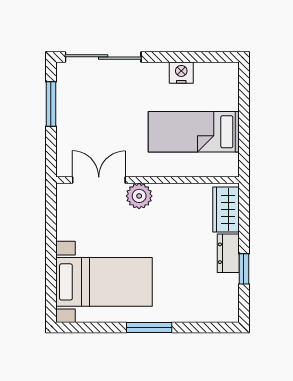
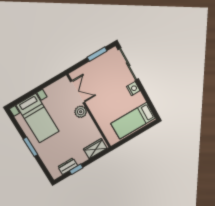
nightstand: (181, 73) -> (133, 89), moved
bed: (194, 132) -> (133, 121), moved, turned -90
dresser: (228, 253) -> (68, 166), moved

